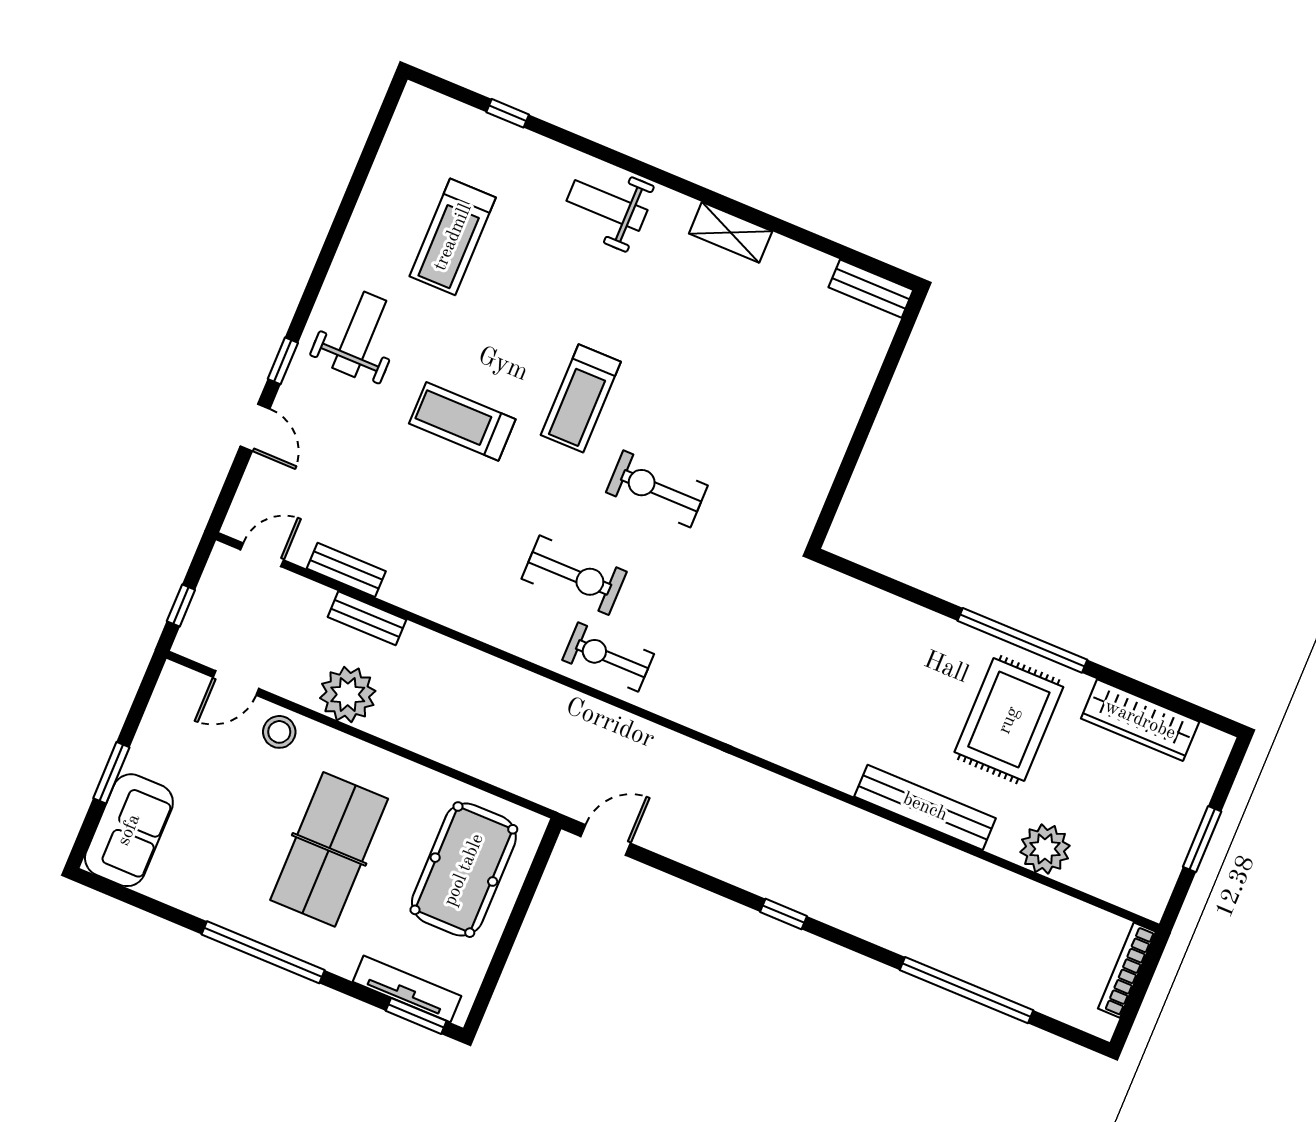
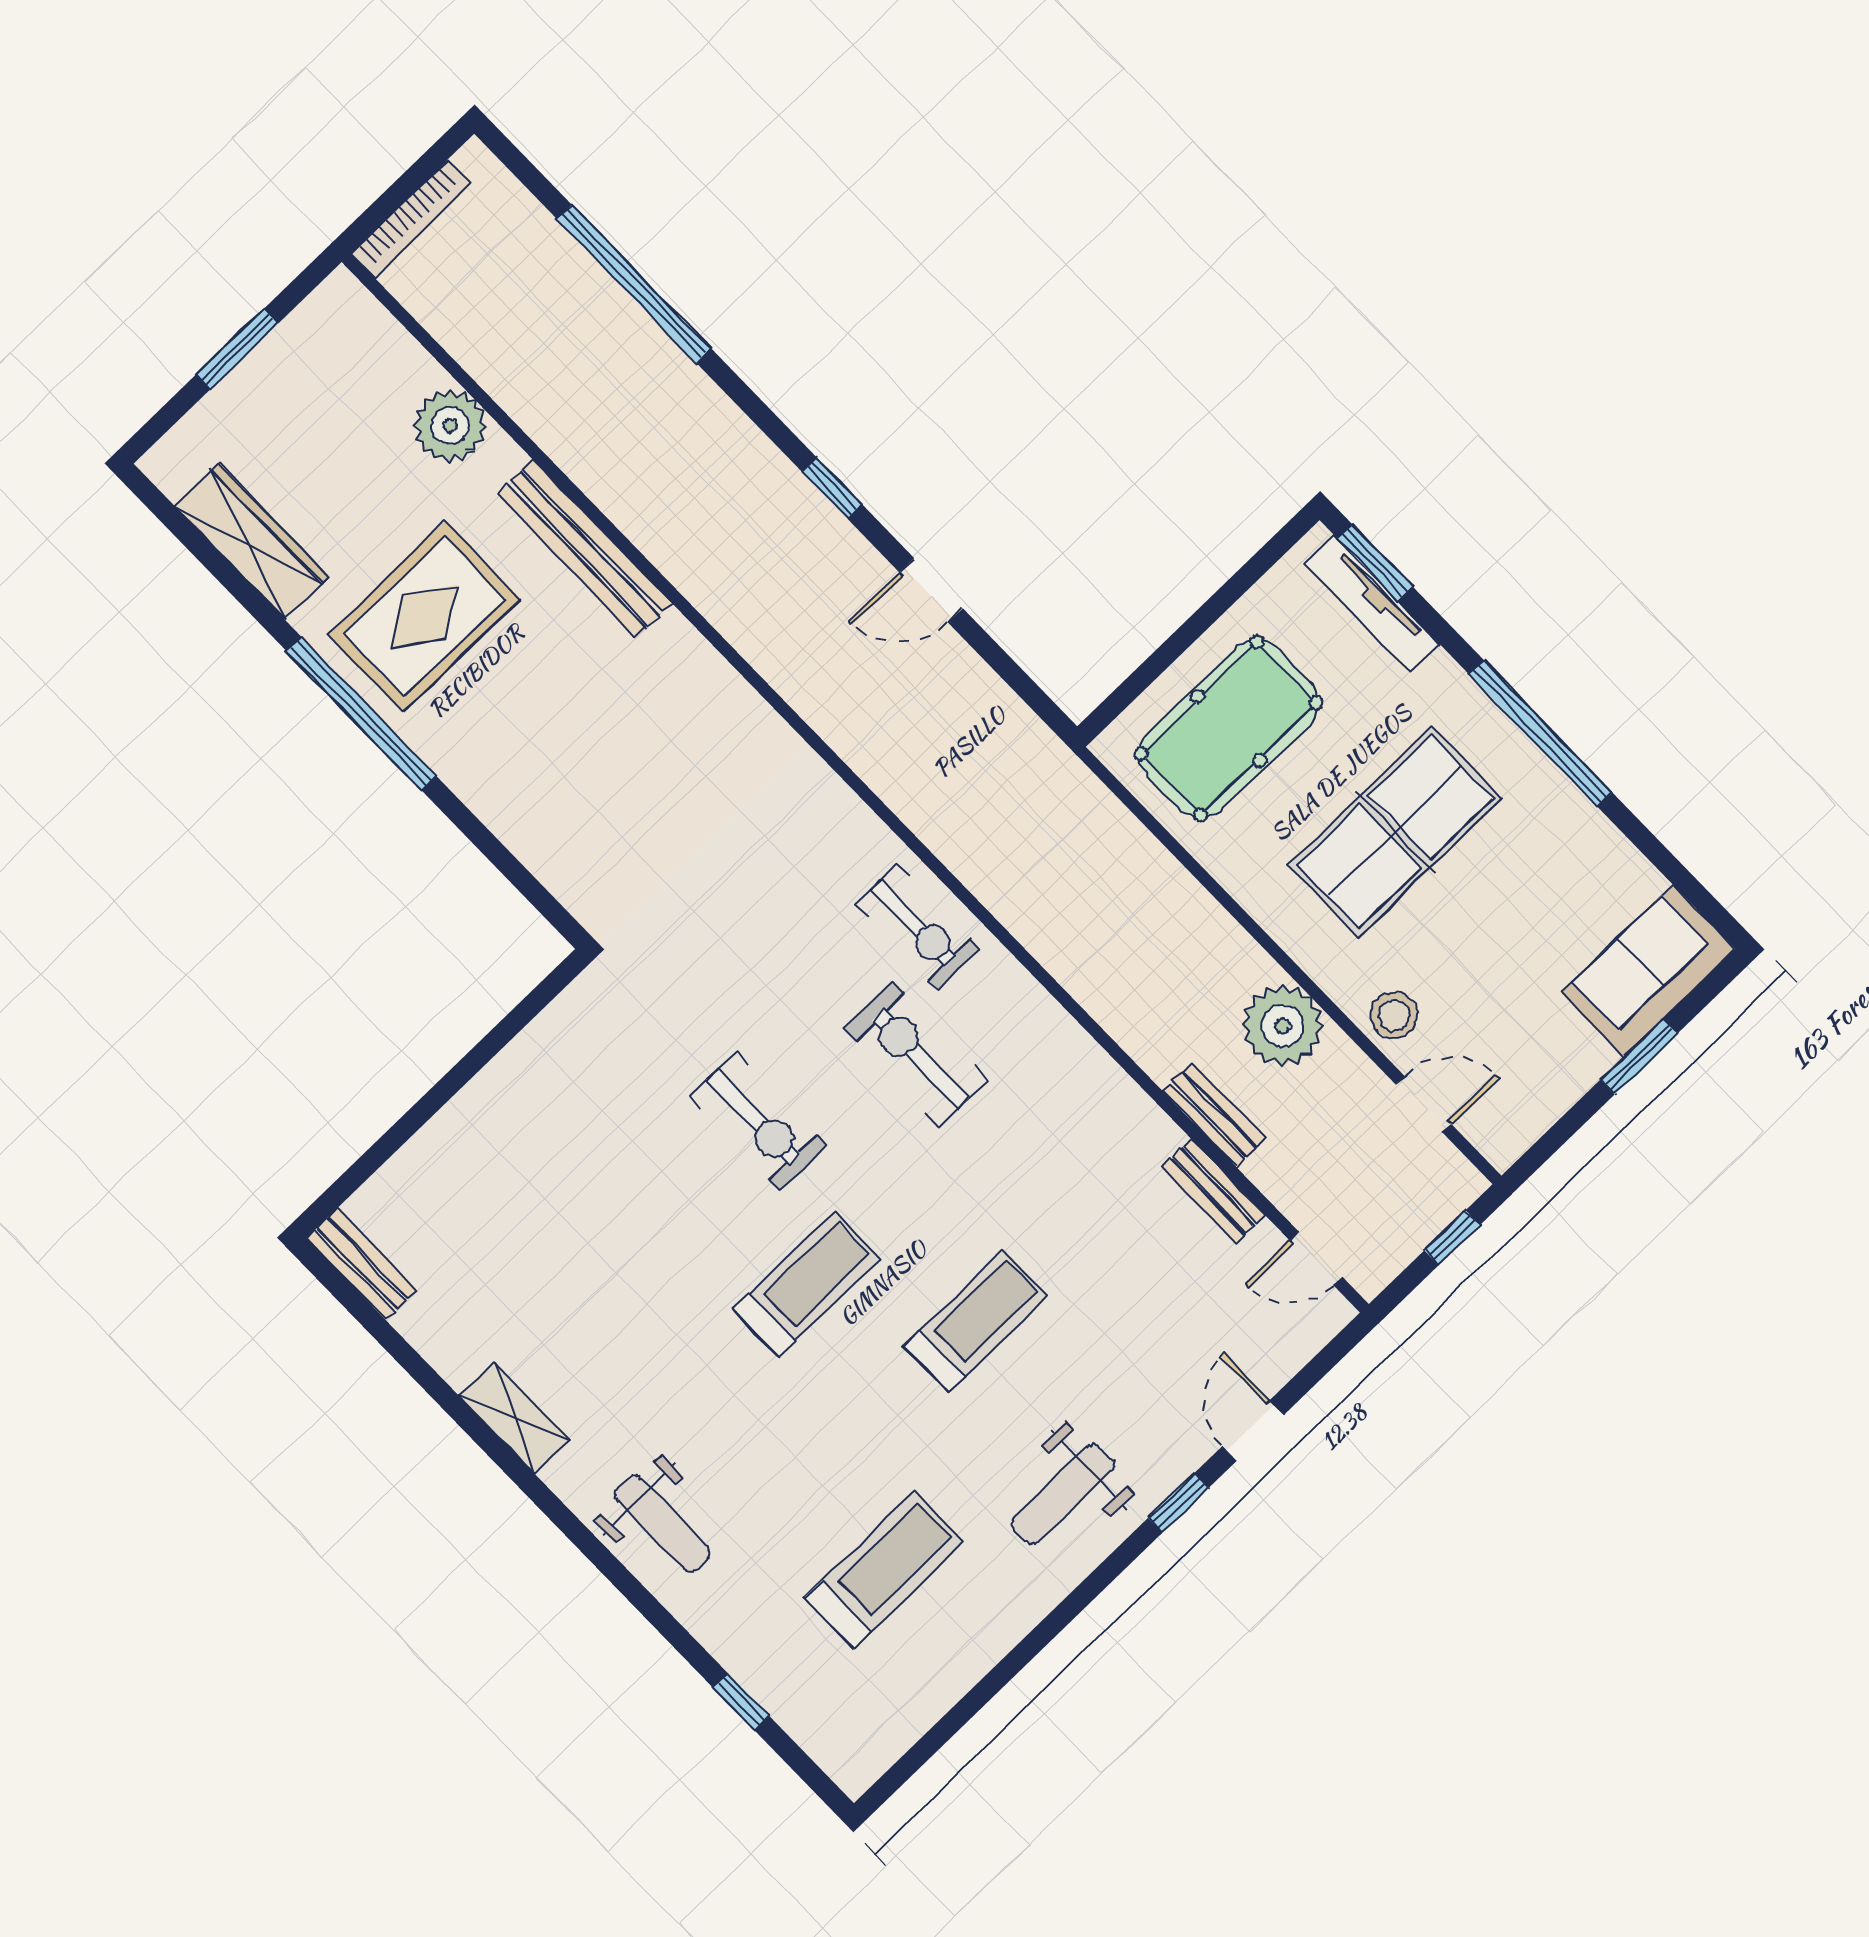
treadmill: (462, 421) -> (976, 1321), turned -90
door: (606, 840) -> (931, 590), moved

